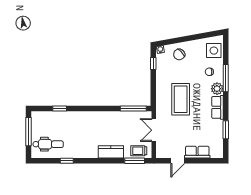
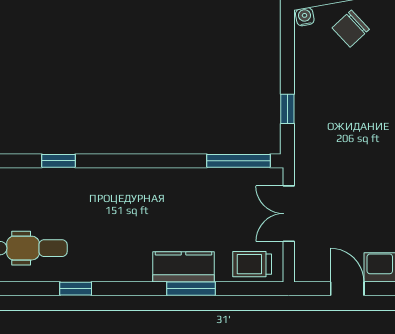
window: (153, 63) -> (287, 109), moved
coffee table: (181, 99) -> (354, 138), removed
window: (135, 161) -> (191, 289), moved
door: (178, 161) -> (347, 289), swing flipped

